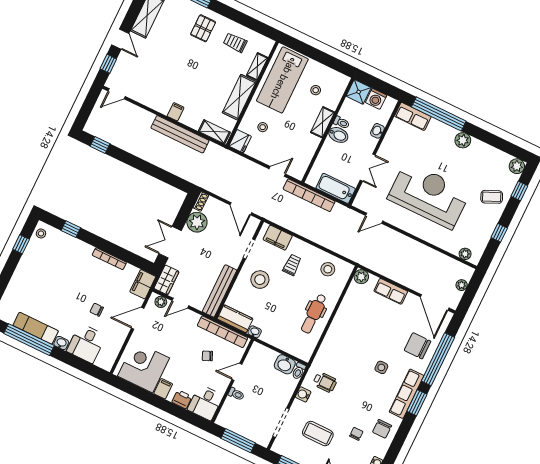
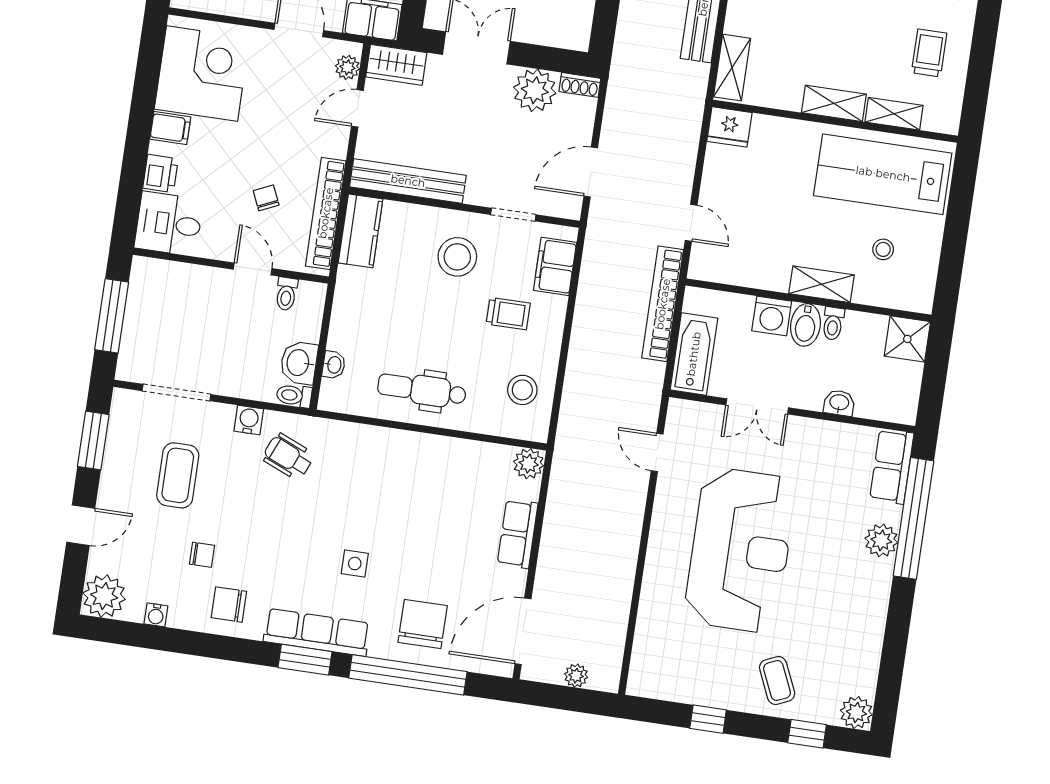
shelving: (239, 97) -> (834, 103), width x0.67, depth x0.75
washing machine: (376, 99) -> (772, 316), moved, turned -90
stool: (263, 127) -> (773, 164), removed
plant: (463, 140) -> (881, 540), moved
plant: (465, 254) -> (642, 663), removed
door: (180, 303) -> (357, 108), hinge flipped
washbasin: (255, 332) -> (334, 365), moved
wheelchair: (325, 382) -> (288, 457), turned 113
toilet: (236, 394) -> (286, 294), moved

